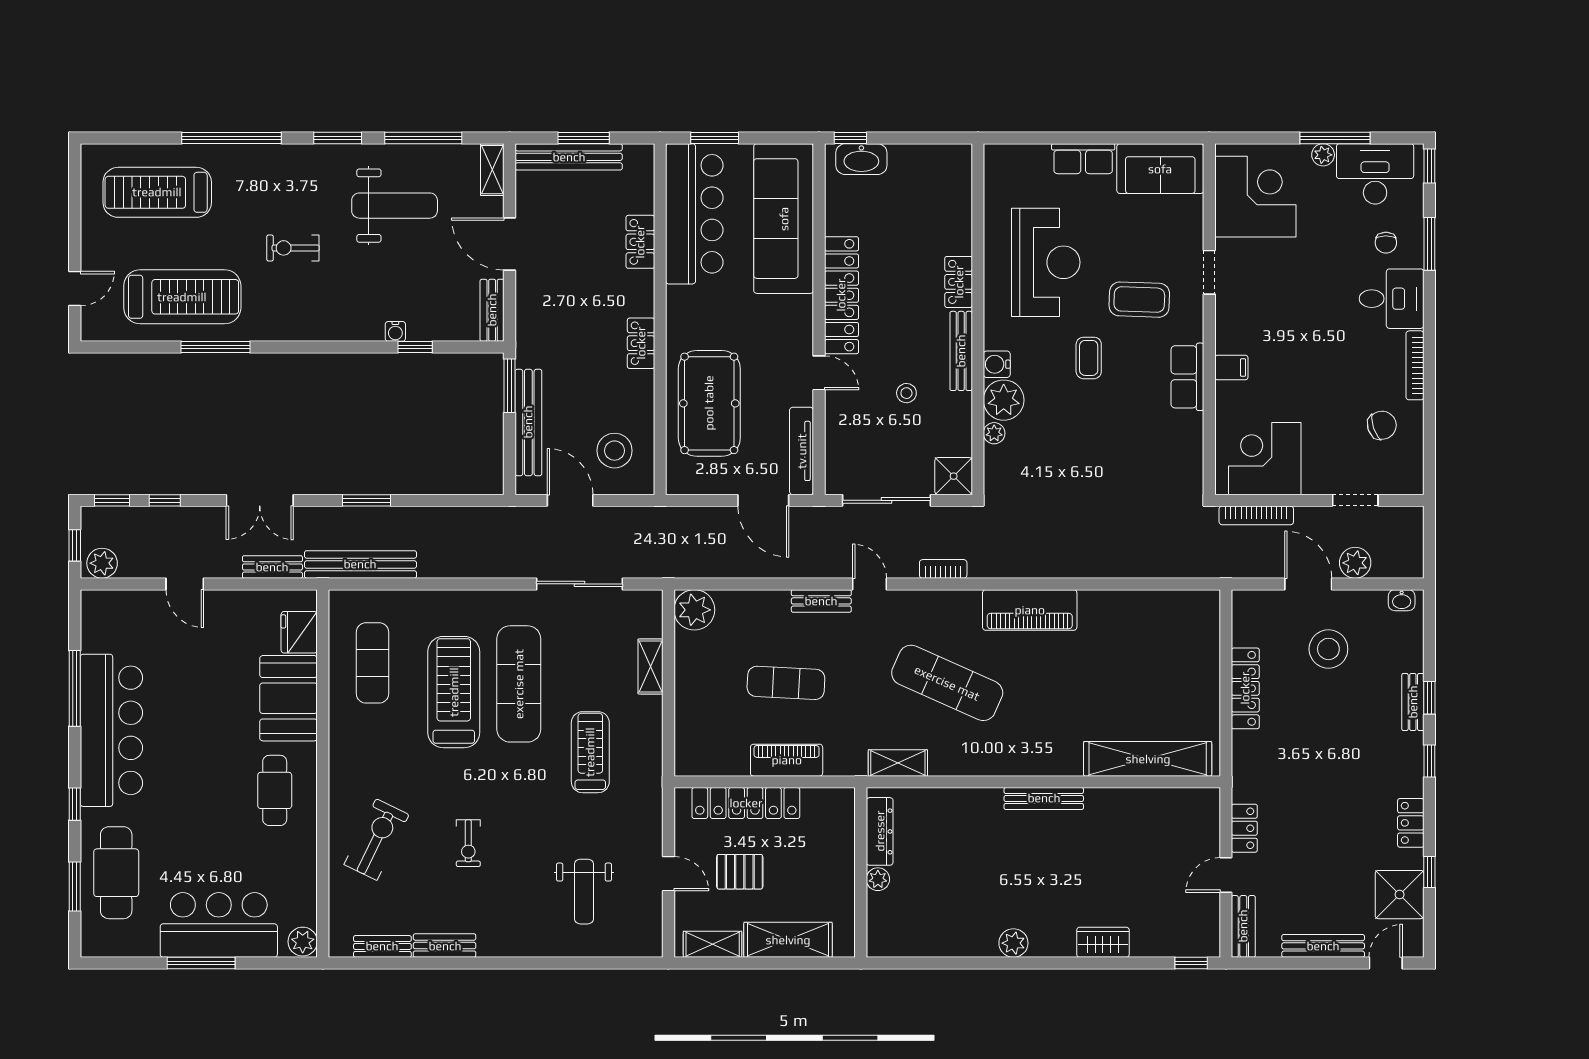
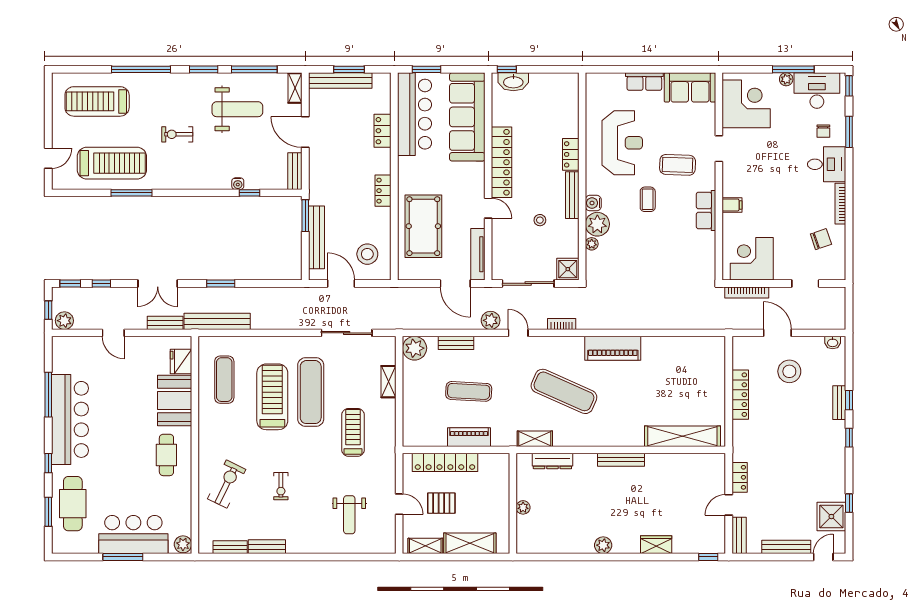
plant: (1355, 563) -> (491, 320), moved
bench: (821, 601) -> (456, 343), moved
locker: (1411, 823) -> (838, 474), removed
dresser: (880, 831) -> (552, 461), moved, turned 90

